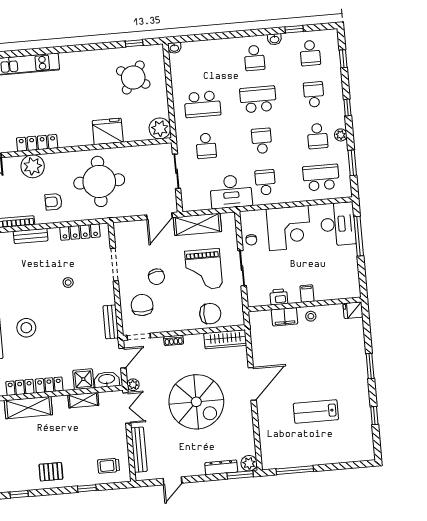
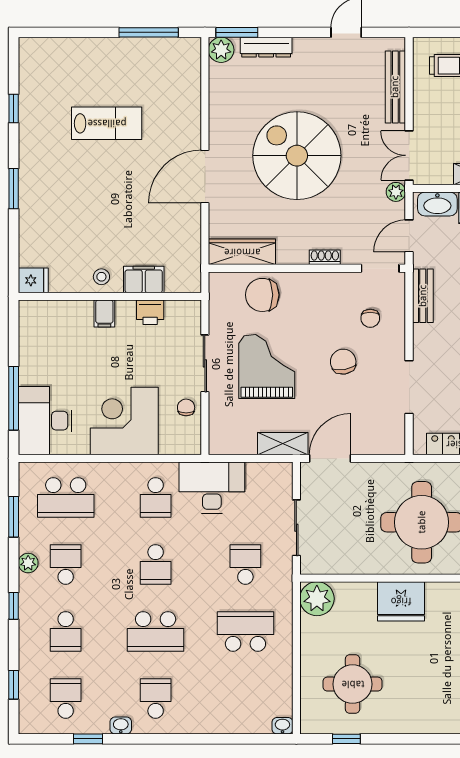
round table: (133, 77) -> (353, 684), turned -33
shelving: (197, 224) -> (283, 444), width x0.67, depth x0.75
chair: (142, 305) -> (370, 318), width x0.54, depth x0.54

